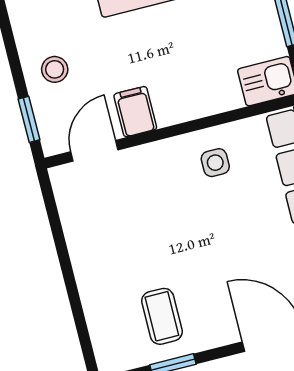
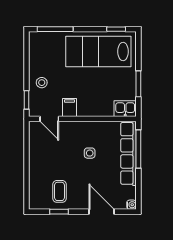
door: (94, 151) -> (49, 119), swing flipped
side table: (215, 163) -> (90, 153), moved

